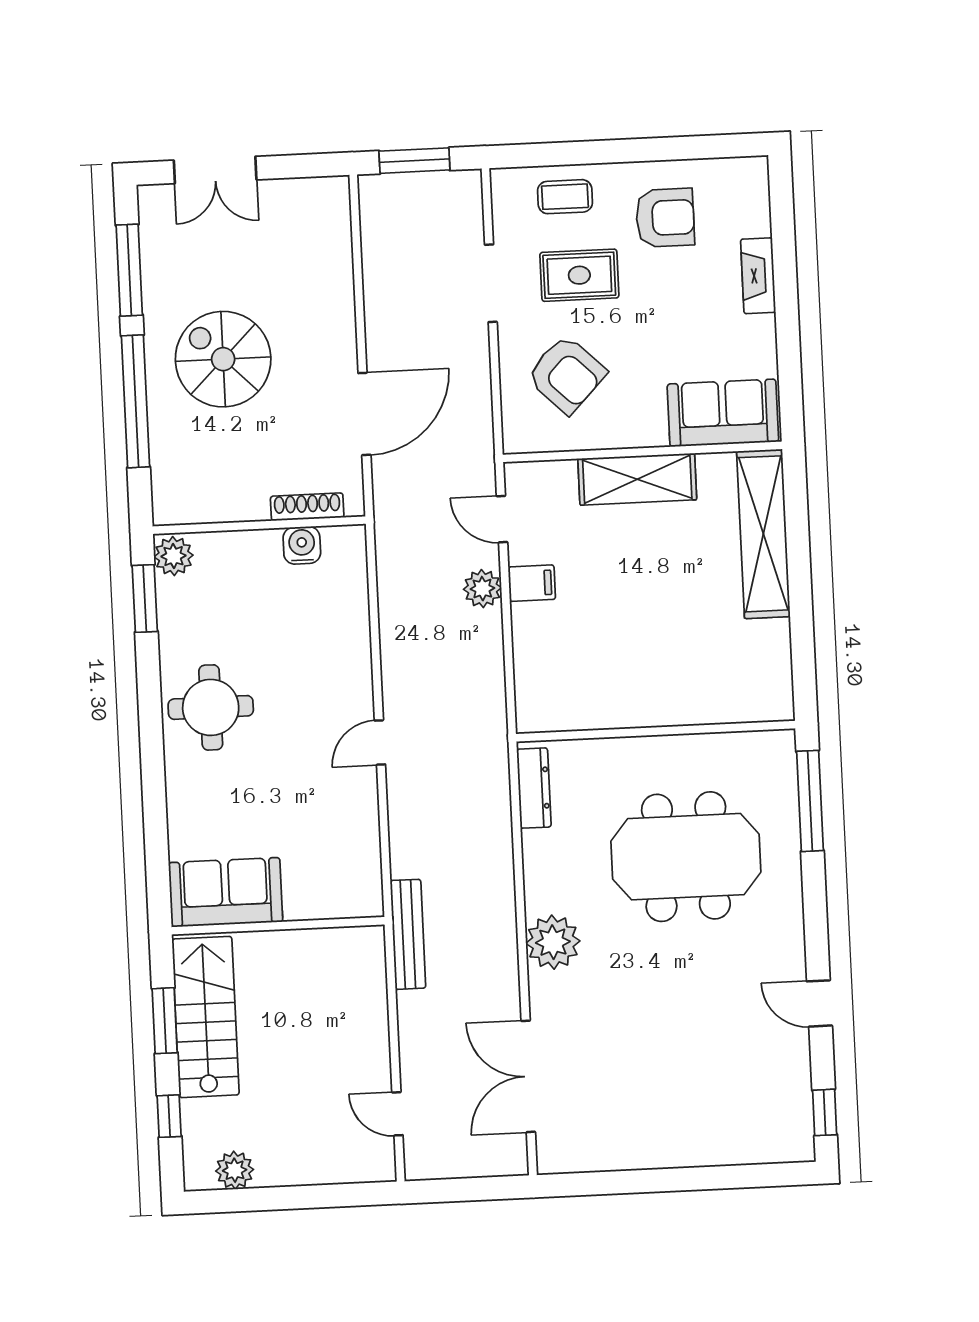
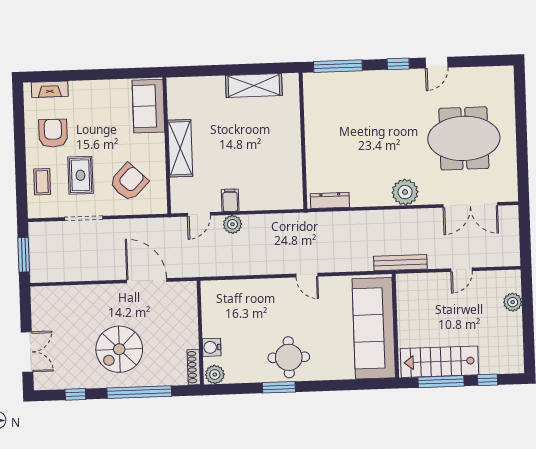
window: (129, 270) -> (75, 394), width x0.46
fireplace: (758, 276) -> (50, 89), moved
shoe rack: (307, 507) -> (194, 367), moved
shelving: (763, 534) -> (254, 86), moved, width x0.68
water cooler: (302, 545) -> (212, 347), moved
window: (145, 598) -> (279, 387), moved
meeting table: (686, 857) -> (464, 138), moved, turned 90
sofa: (226, 892) -> (374, 328), width x1.85, depth x1.27
window: (165, 1021) -> (441, 382), width x1.44
window: (825, 1112) -> (398, 64), moved
door: (397, 1114) -> (461, 270), moved
plant: (235, 1170) -> (513, 302), moved

